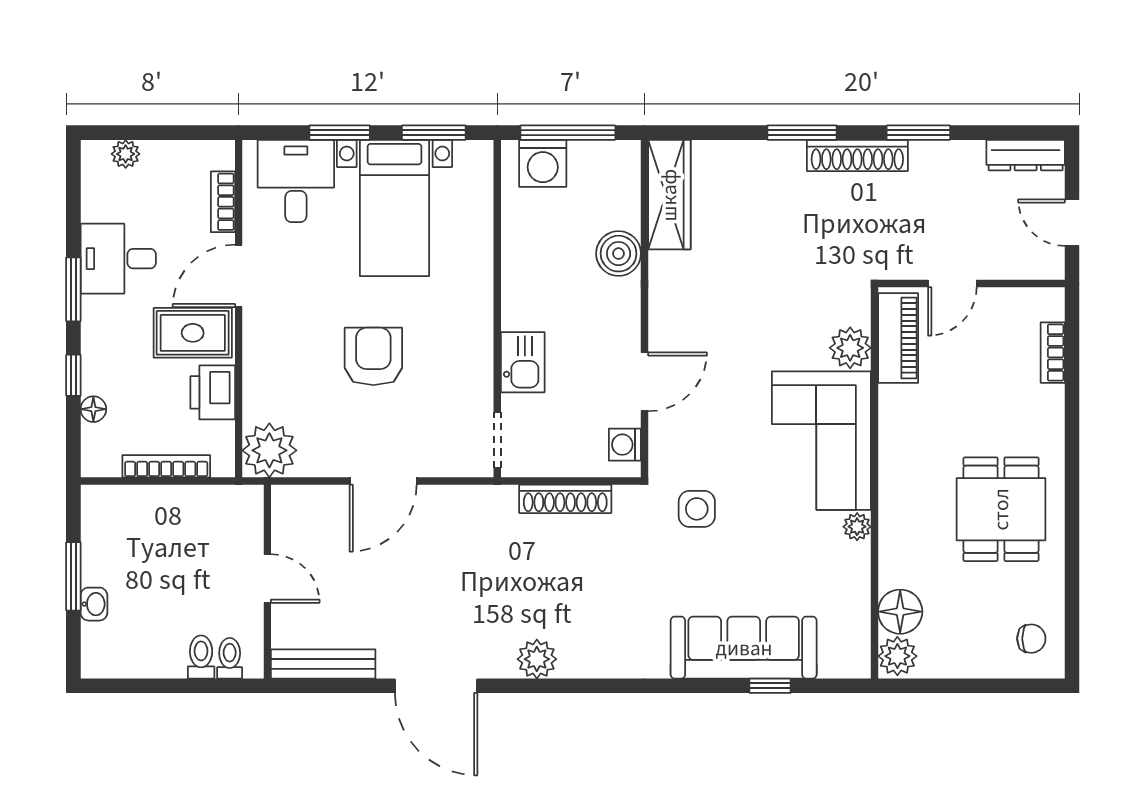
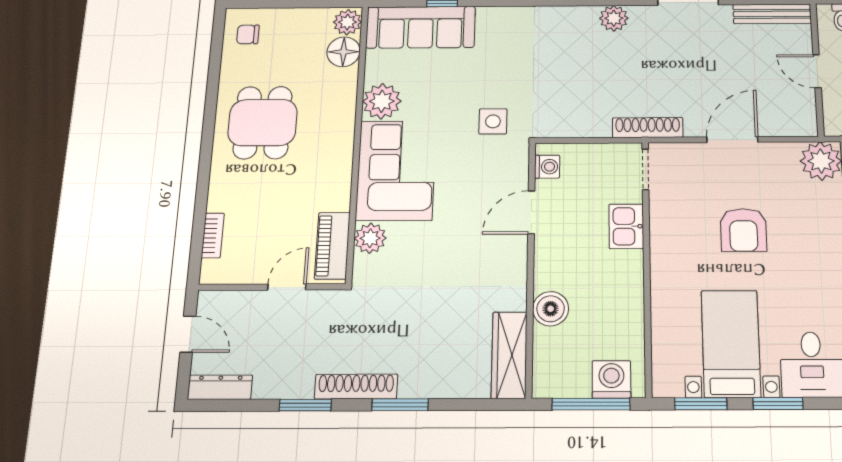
shoe rack: (565, 499) -> (648, 128), moved
plant: (857, 527) -> (382, 101), width x1.88, depth x1.88
sofa: (744, 648) -> (421, 27), moved

